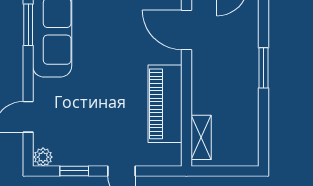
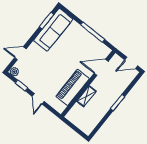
door: (187, 30) -> (101, 67), hinge flipped
shelving: (201, 137) -> (86, 96), moved

